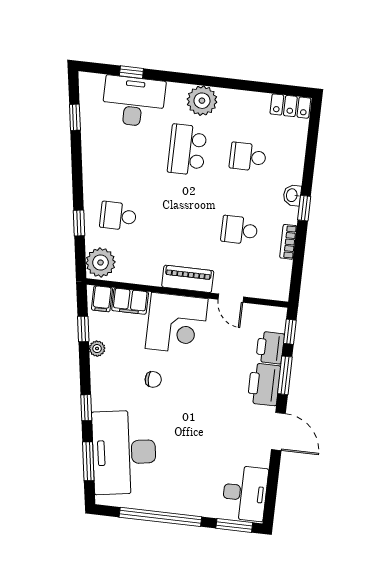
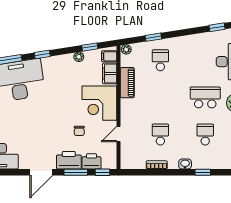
window: (304, 208) -> (203, 172), moved
plant: (101, 263) -> (126, 49), width x0.53, depth x0.53
piano: (188, 279) -> (127, 83), moved
chair: (153, 379) -> (79, 131), moved

